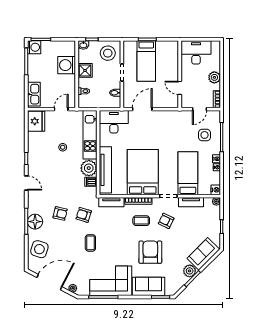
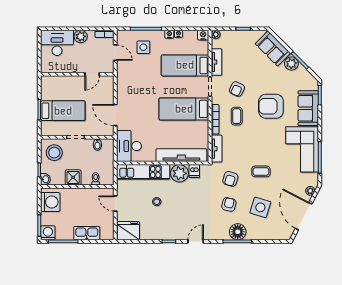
desk: (196, 52) -> (57, 43), moved, turned 90
washing machine: (67, 65) -> (50, 202), moved, turned -90
kitchen sink: (34, 94) -> (87, 233), moved
bed: (143, 172) -> (184, 109), width x0.67
side table: (39, 249) -> (260, 207), moved

